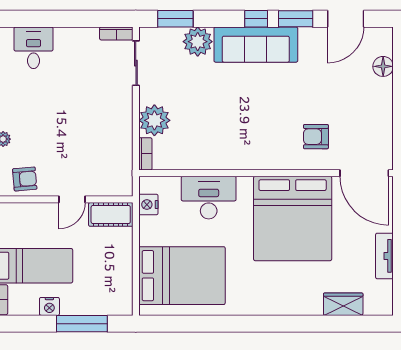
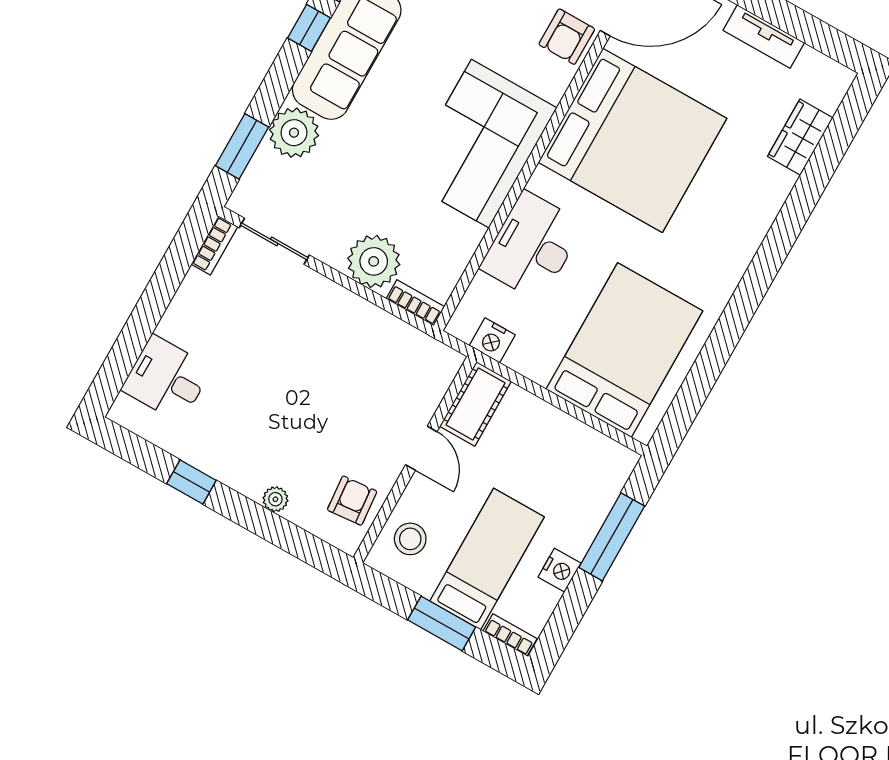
armchair: (316, 137) -> (567, 37), moved
corner sofa: (246, 141) -> (480, 144), added
stool: (22, 220) -> (410, 539), added

